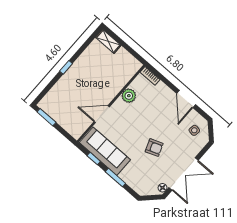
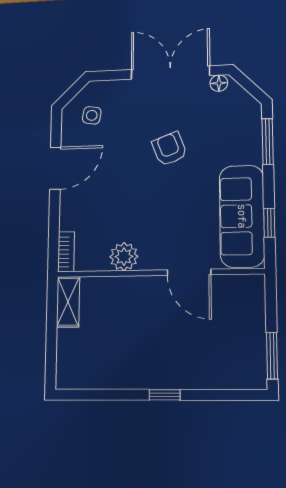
shelving: (108, 41) -> (68, 302), moved
window: (115, 178) -> (268, 142), moved

